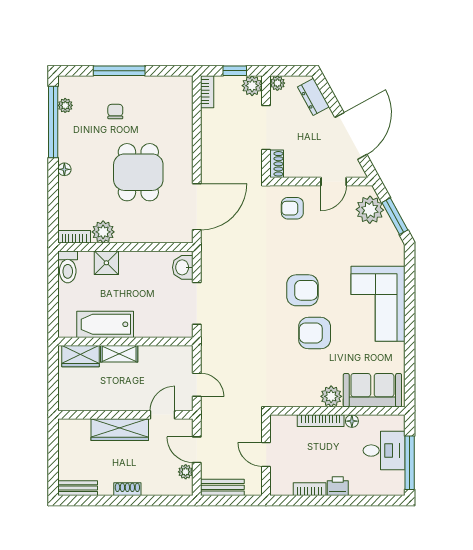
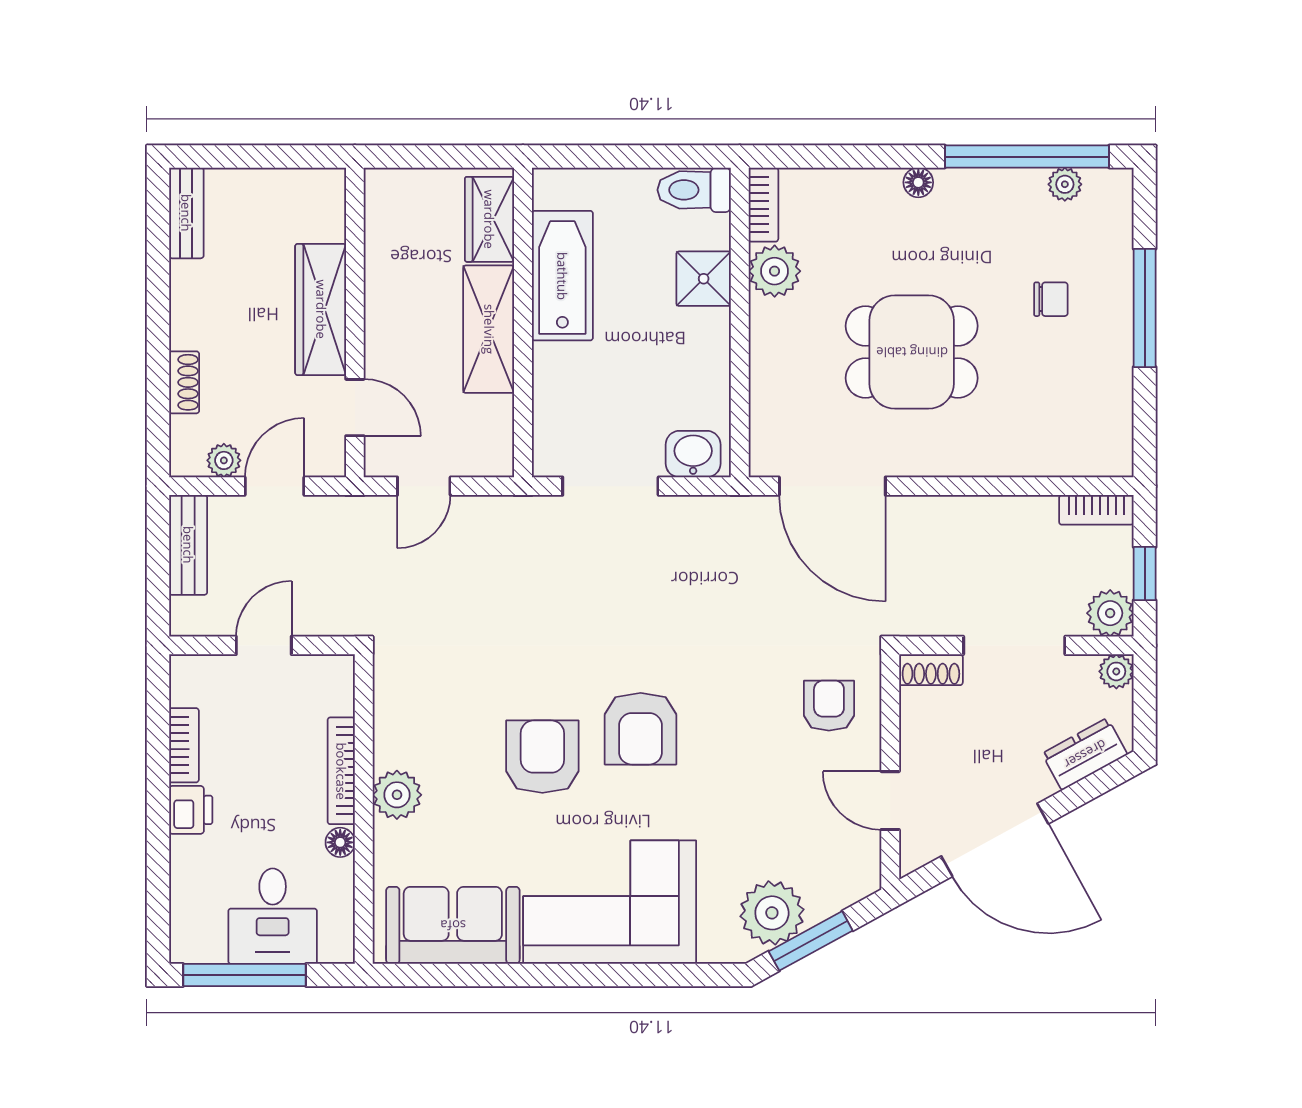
plant: (370, 210) -> (772, 913), moved
shelving: (119, 354) -> (489, 329), width x1.50, depth x1.33
sofa: (372, 390) -> (453, 925), moved, turned -90
shoe rack: (127, 489) -> (184, 382), moved

